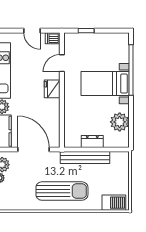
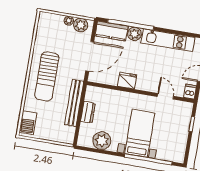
fridge: (52, 89) -> (127, 81), moved

